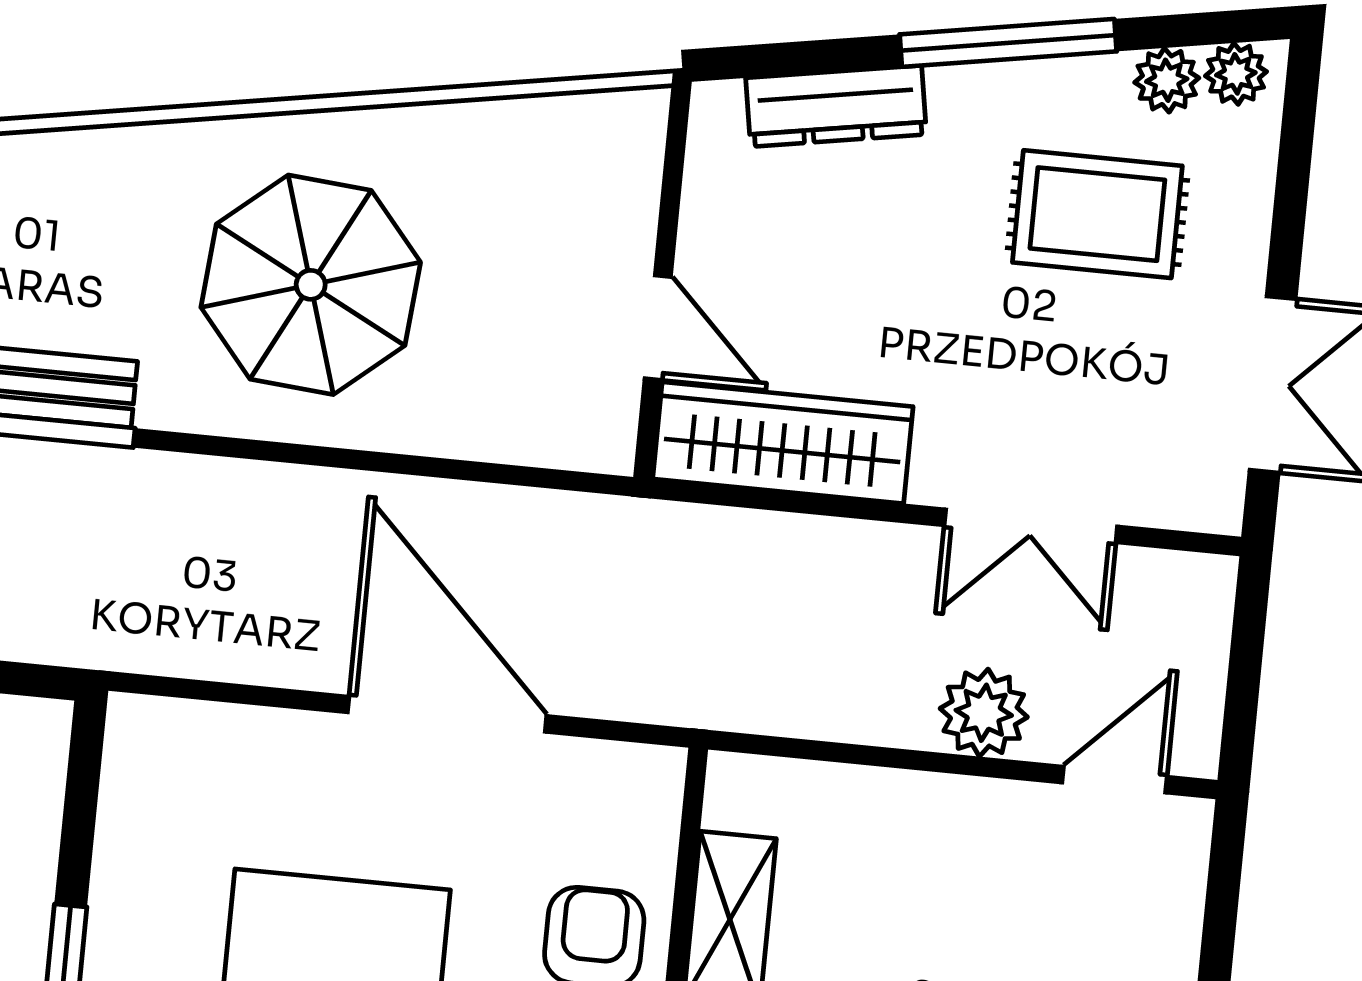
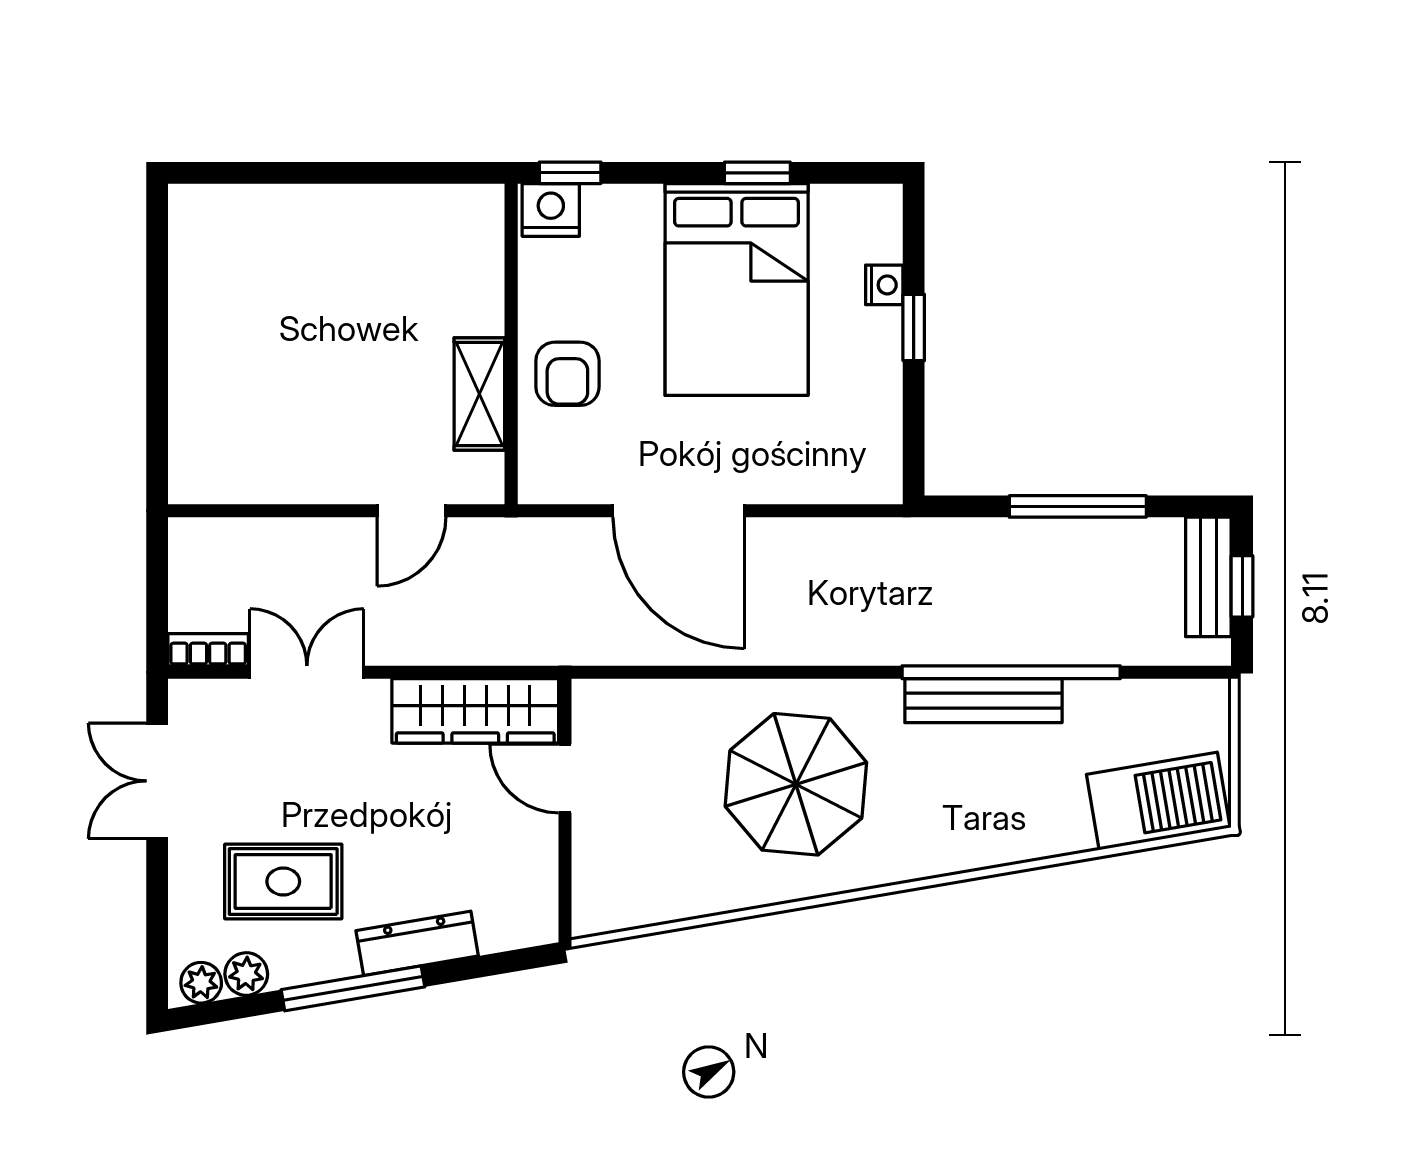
dresser: (836, 106) -> (417, 943), moved
bookcase: (1176, 574) -> (208, 650), added
plant: (984, 713) -> (326, 546), removed
door: (1114, 780) -> (411, 511), moved

